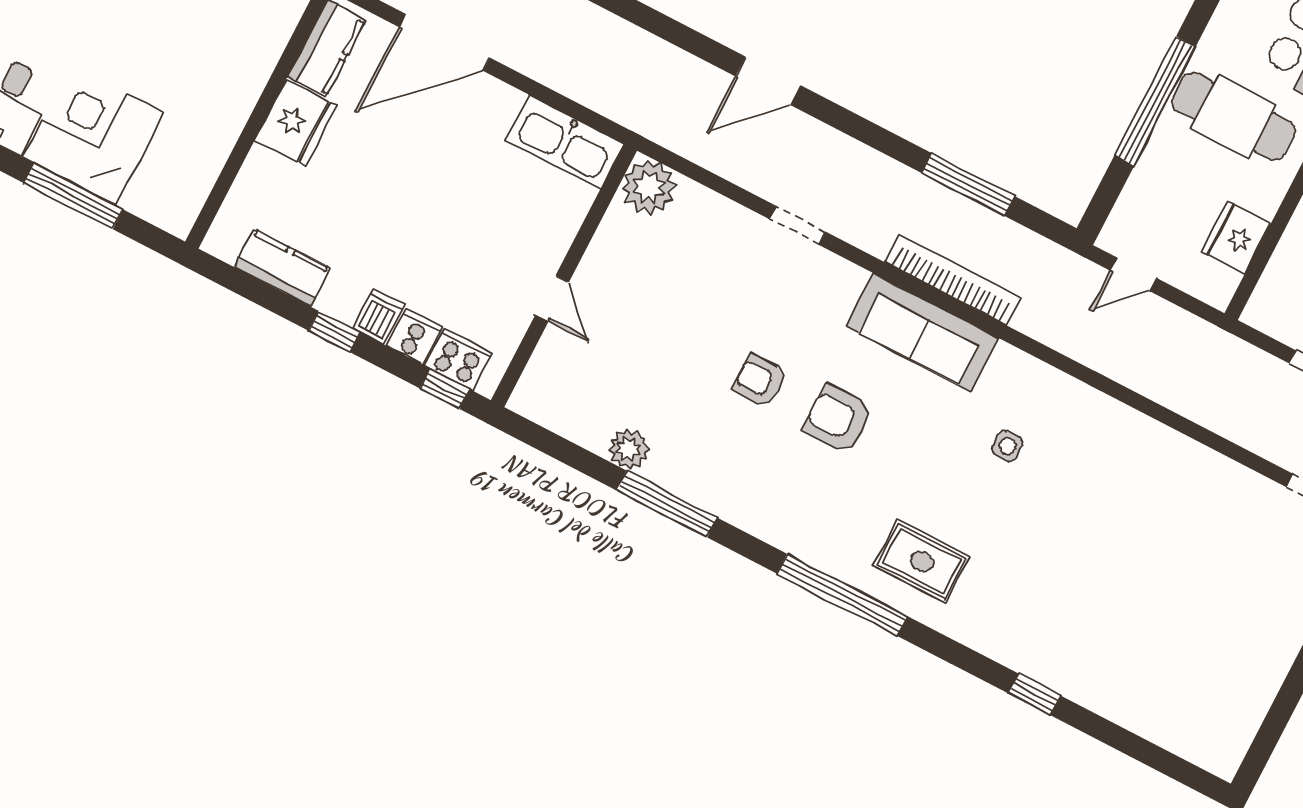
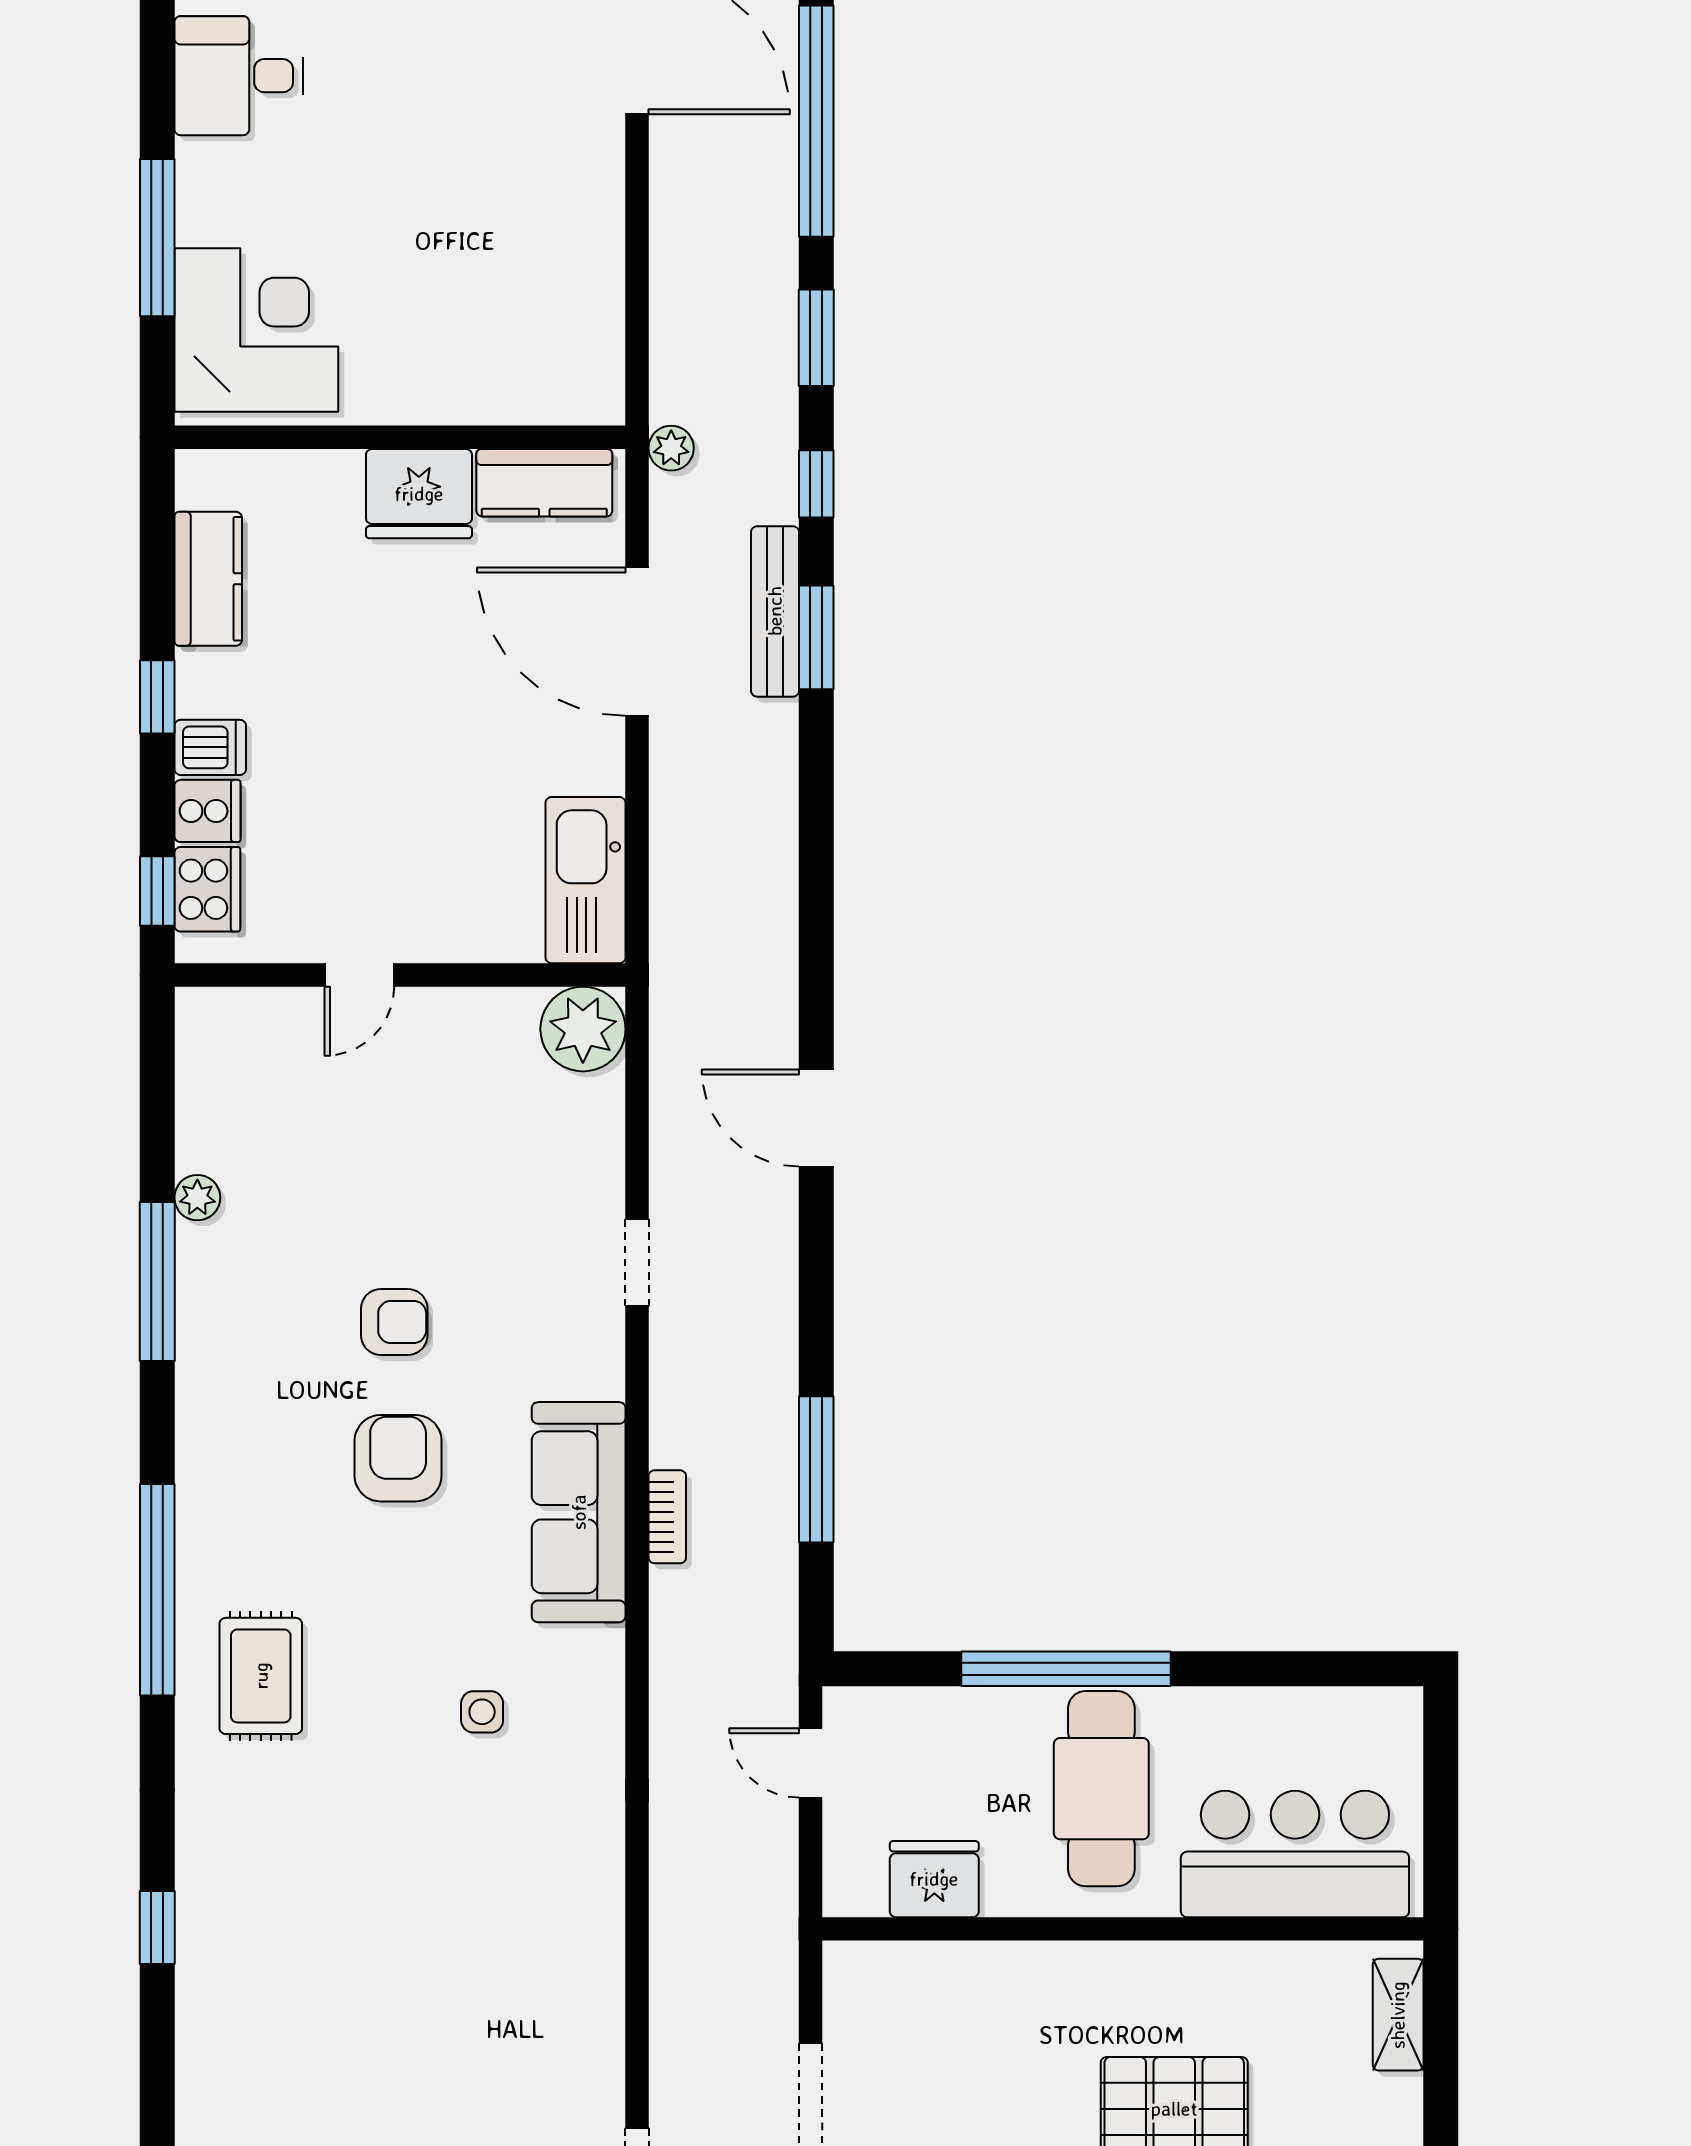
corner desk: (93, 135) -> (256, 330), moved
bookcase: (953, 280) -> (667, 1517), width x0.43, depth x0.76
armchair: (760, 381) -> (394, 1322), turned 90
plant: (629, 449) -> (197, 1198), width x0.73, depth x0.73

